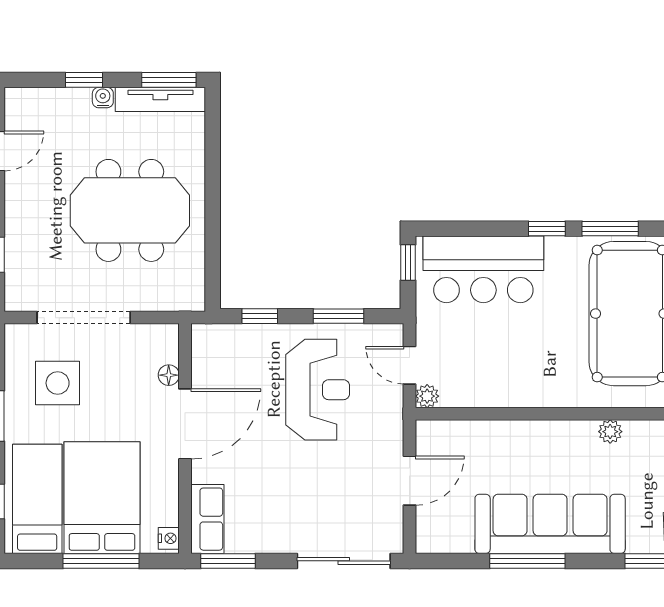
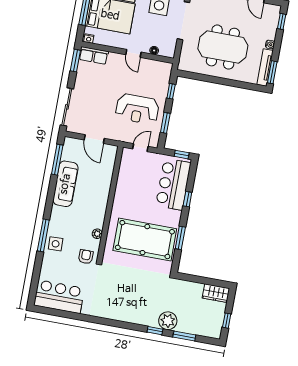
window: (84, 80) -> (282, 21), moved
meeting table: (130, 210) -> (223, 47), turned 90
window: (547, 229) -> (187, 199), moved
plant: (427, 396) -> (127, 152), removed
door: (185, 424) -> (133, 53), width x0.53
plant: (610, 432) -> (97, 234), moved
sofa: (550, 524) -> (65, 184), width x0.74, depth x0.79
window: (527, 561) -> (57, 160), moved

